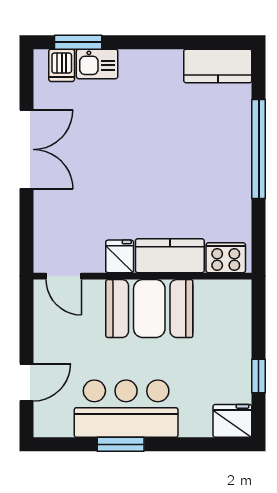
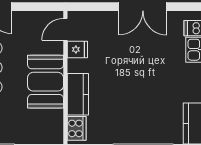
fridge: (120, 256) -> (77, 49), moved

